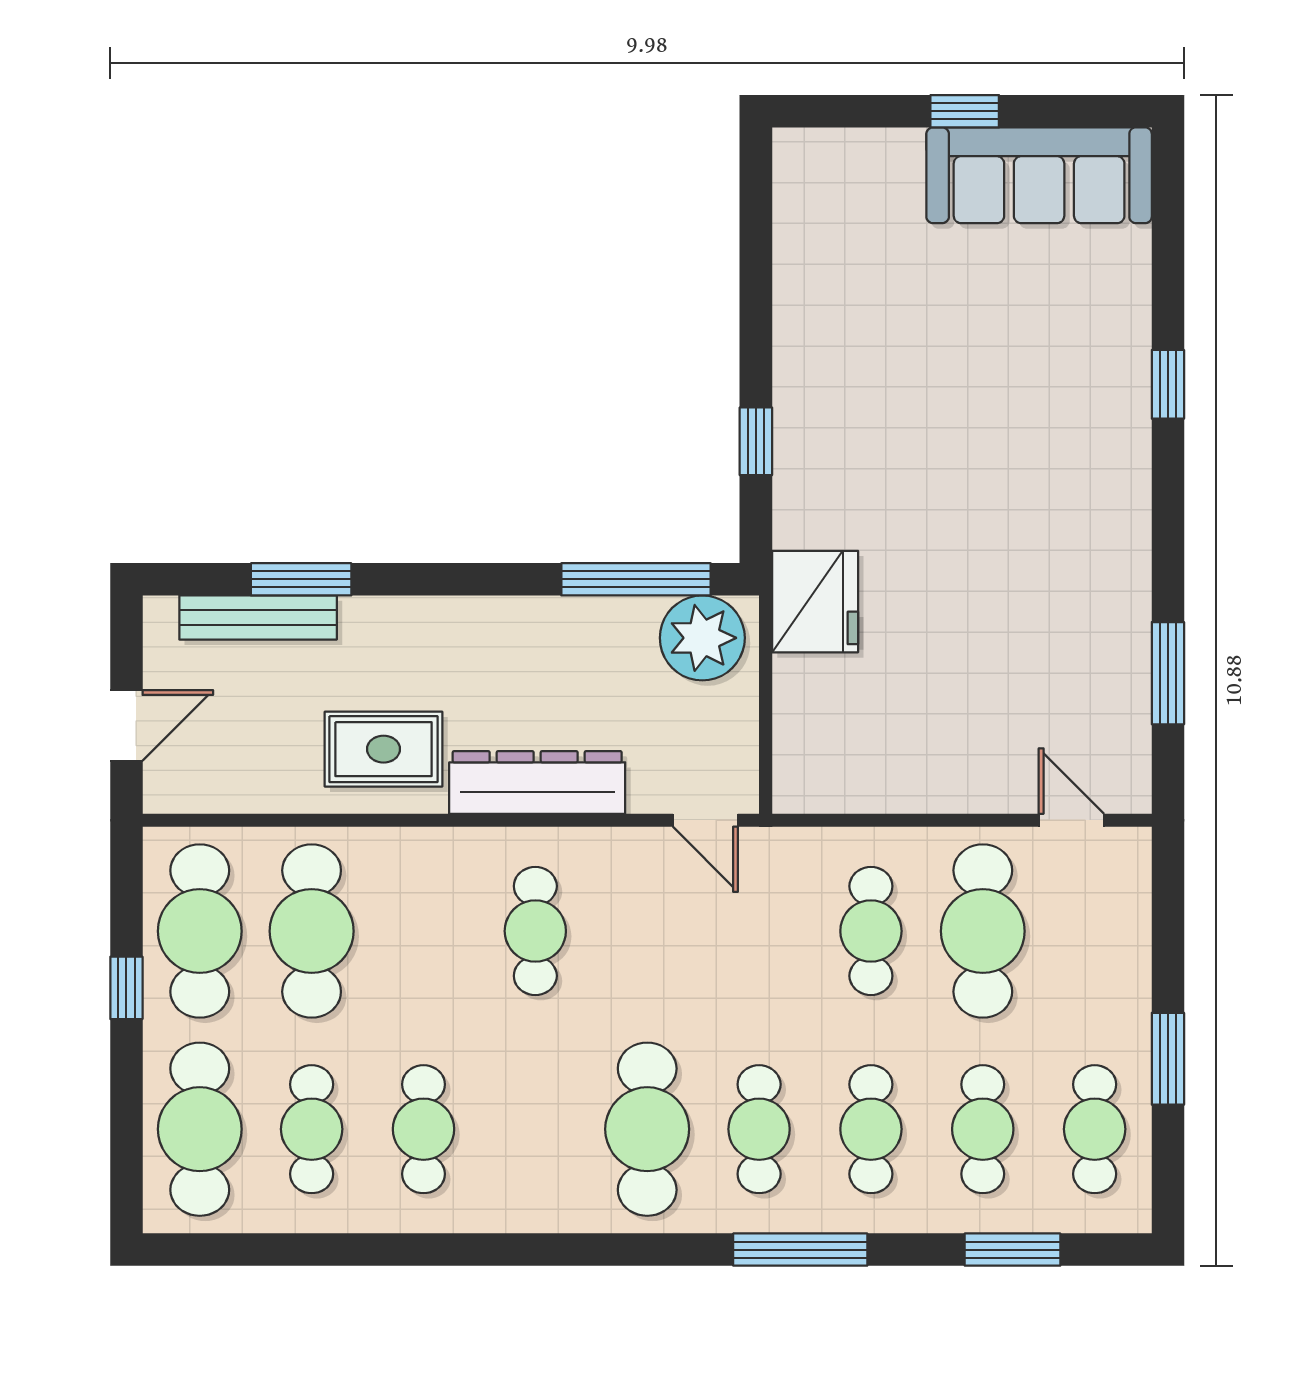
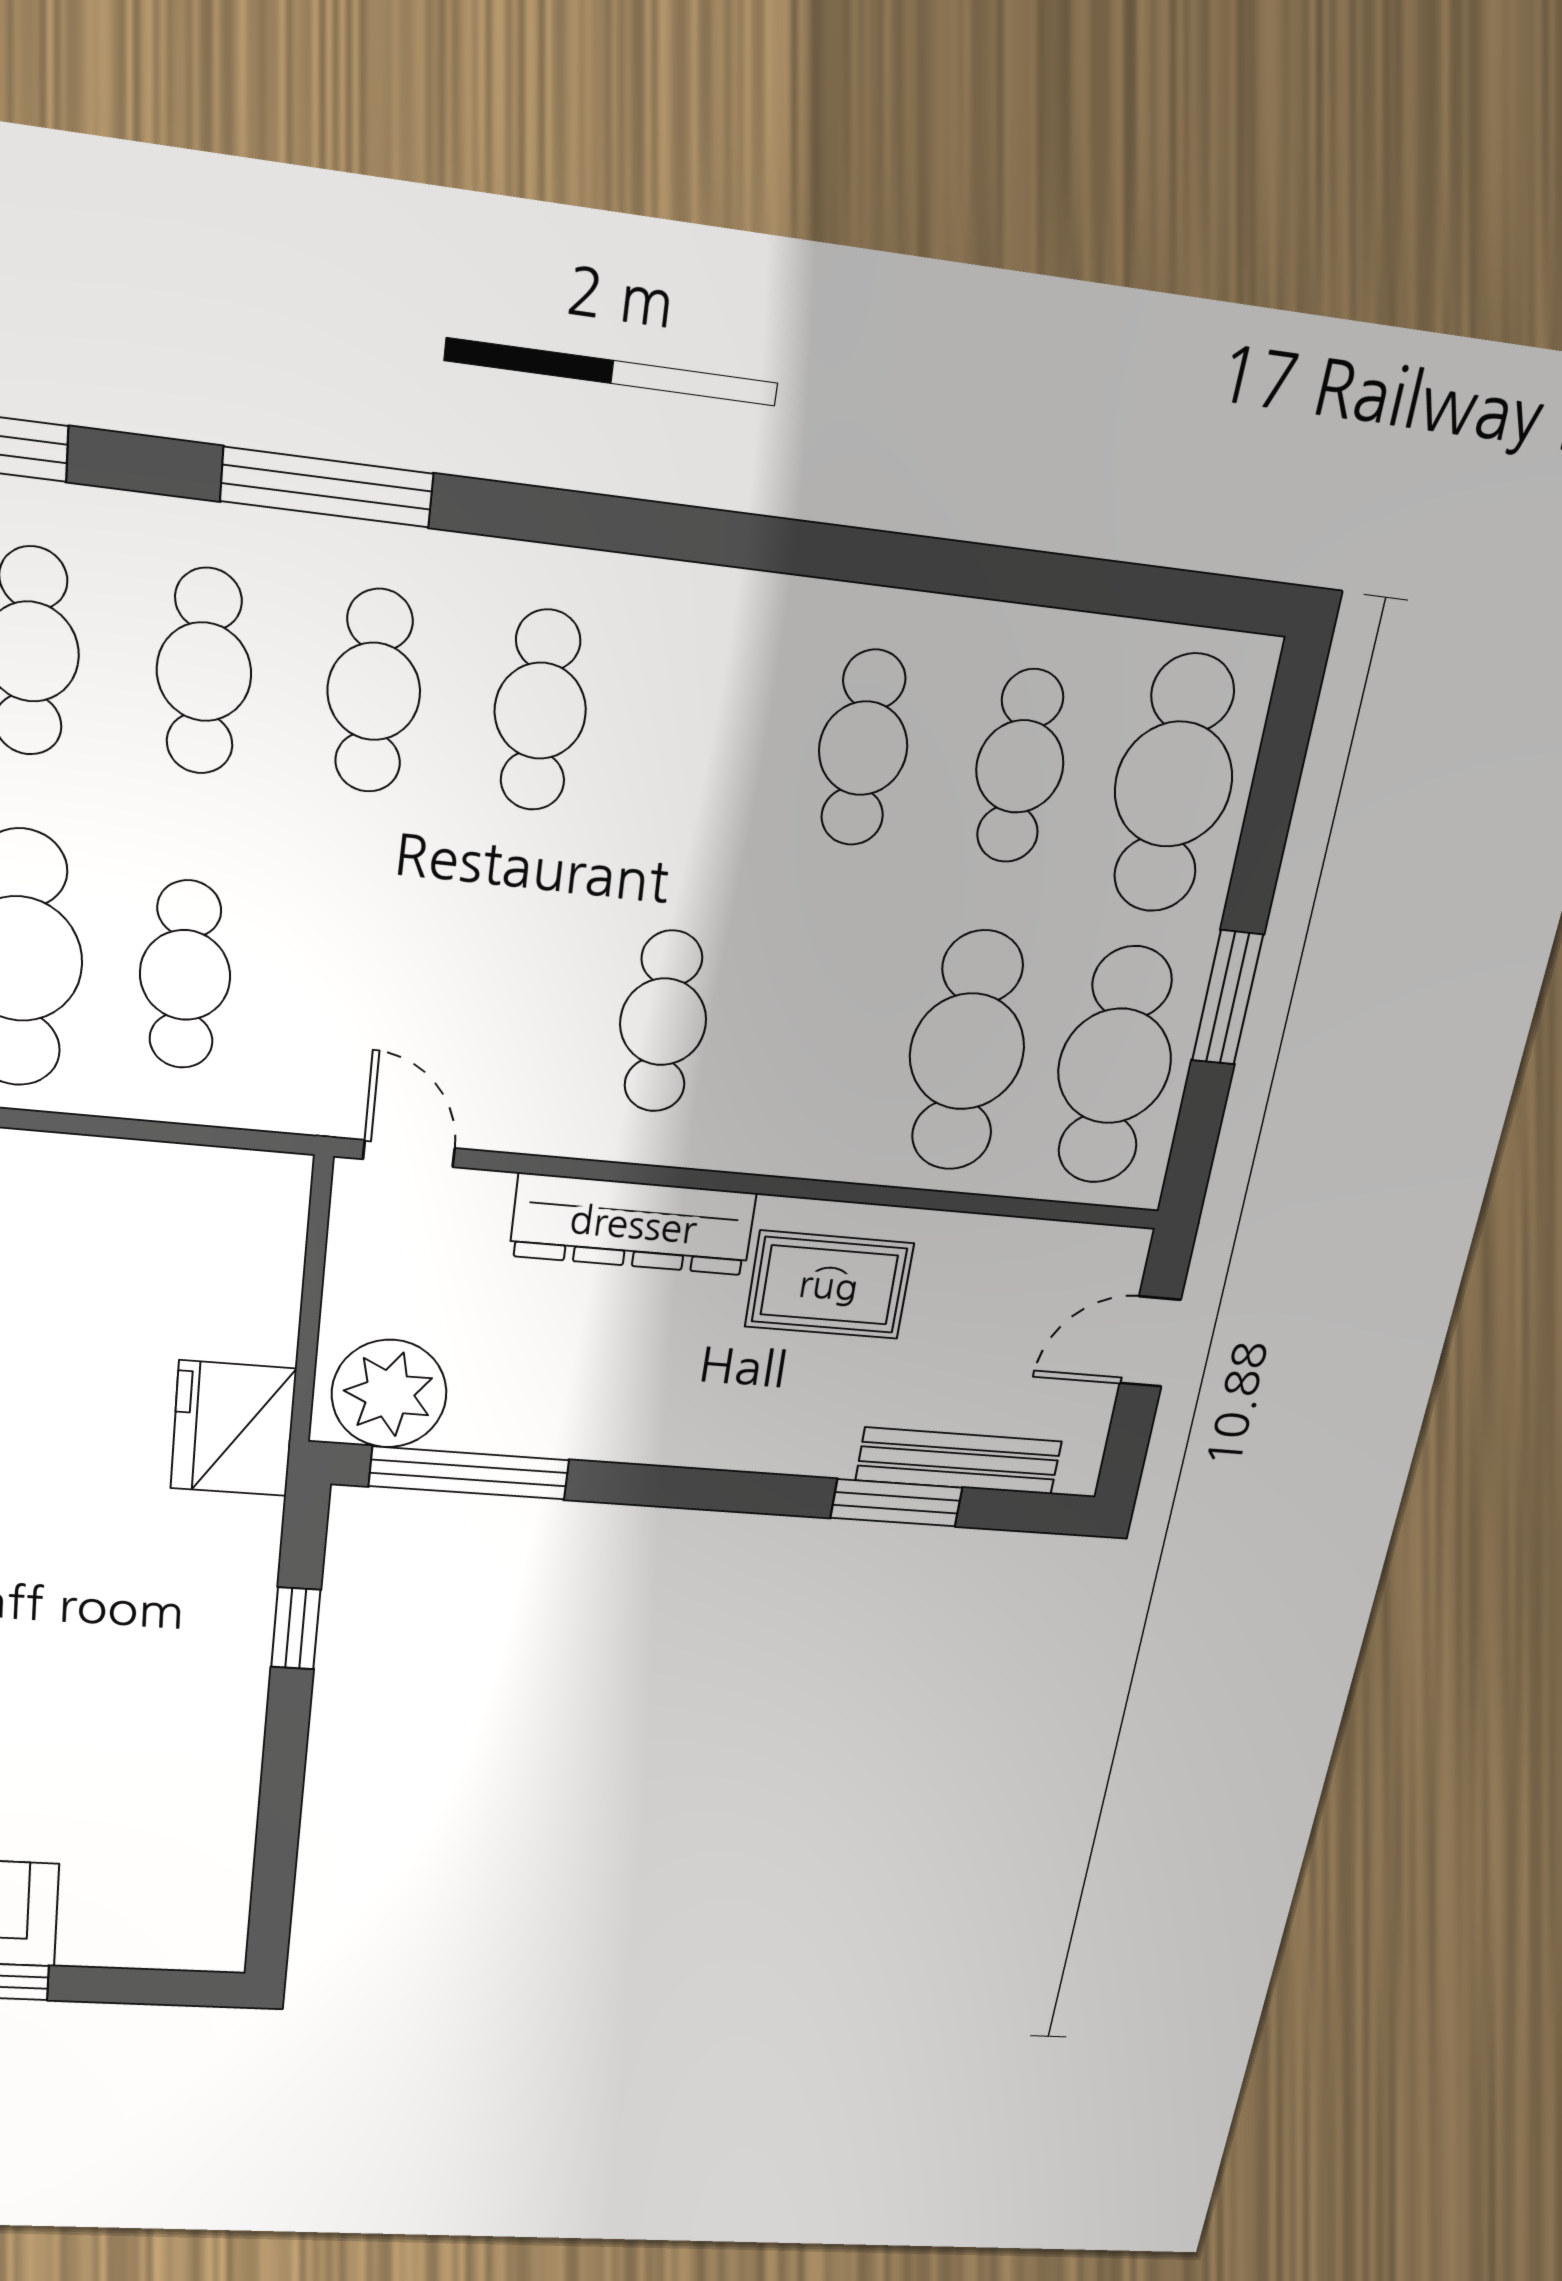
window: (126, 988) -> (1227, 998), width x1.50
cafe table: (647, 1129) -> (540, 711), width x0.73, depth x0.74

